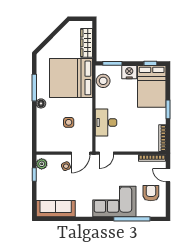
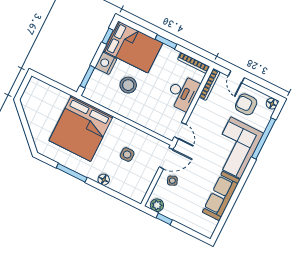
wardrobe: (87, 43) -> (52, 93), removed
stool: (103, 81) -> (128, 85), moved
floor lamp: (41, 103) -> (104, 180), moved
desk: (106, 122) -> (183, 93), moved, turned -90
door: (81, 153) -> (166, 158), hinge flipped
door: (168, 175) -> (236, 77), hinge flipped
sofa: (56, 209) -> (221, 196), moved
floor lamp: (161, 212) -> (272, 104), added

